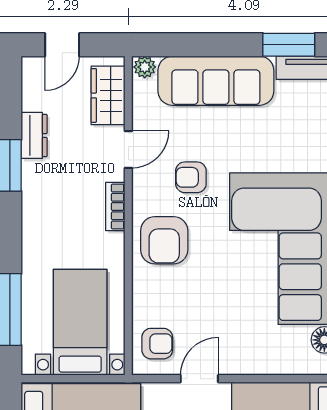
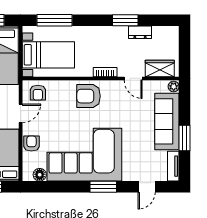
door: (62, 45) -> (185, 46), removed
window: (289, 45) -> (185, 138), moved
armchair: (191, 177) -> (31, 144), moved
door: (199, 379) -> (21, 113), hinge flipped

